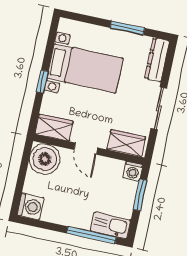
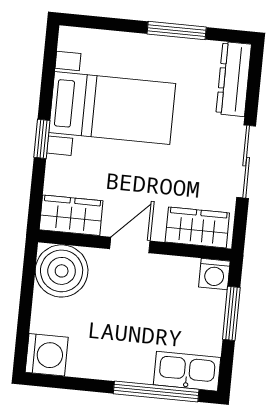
door: (86, 149) -> (130, 245), swing flipped

